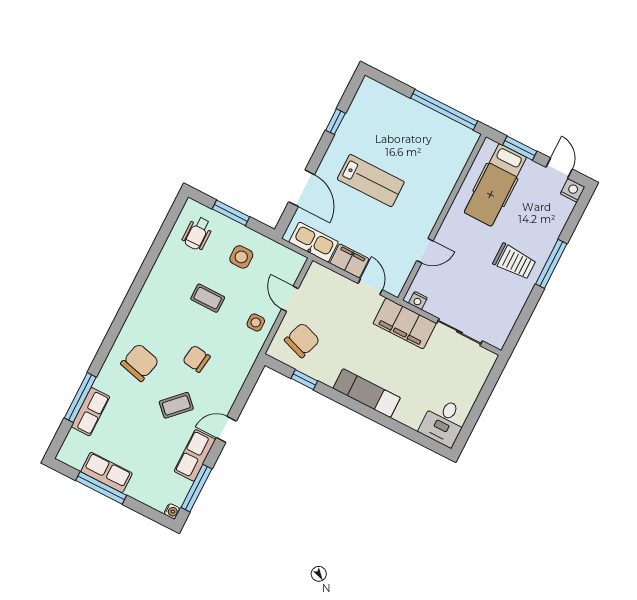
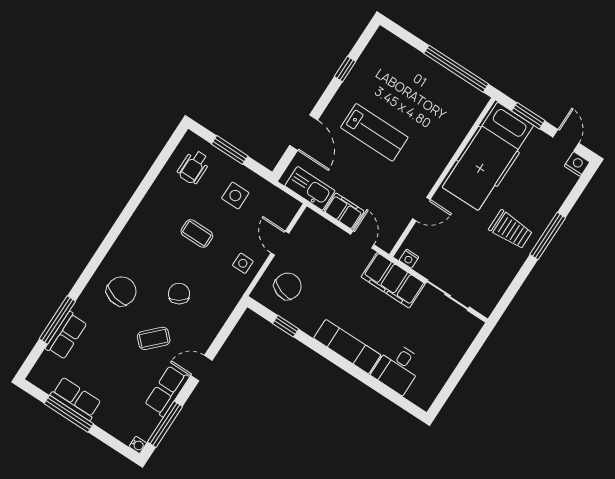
hospital bed: (495, 185) -> (488, 156), width x1.37, depth x1.29
chair: (196, 359) -> (179, 294), turned 48
desk: (444, 422) -> (398, 368), moved

